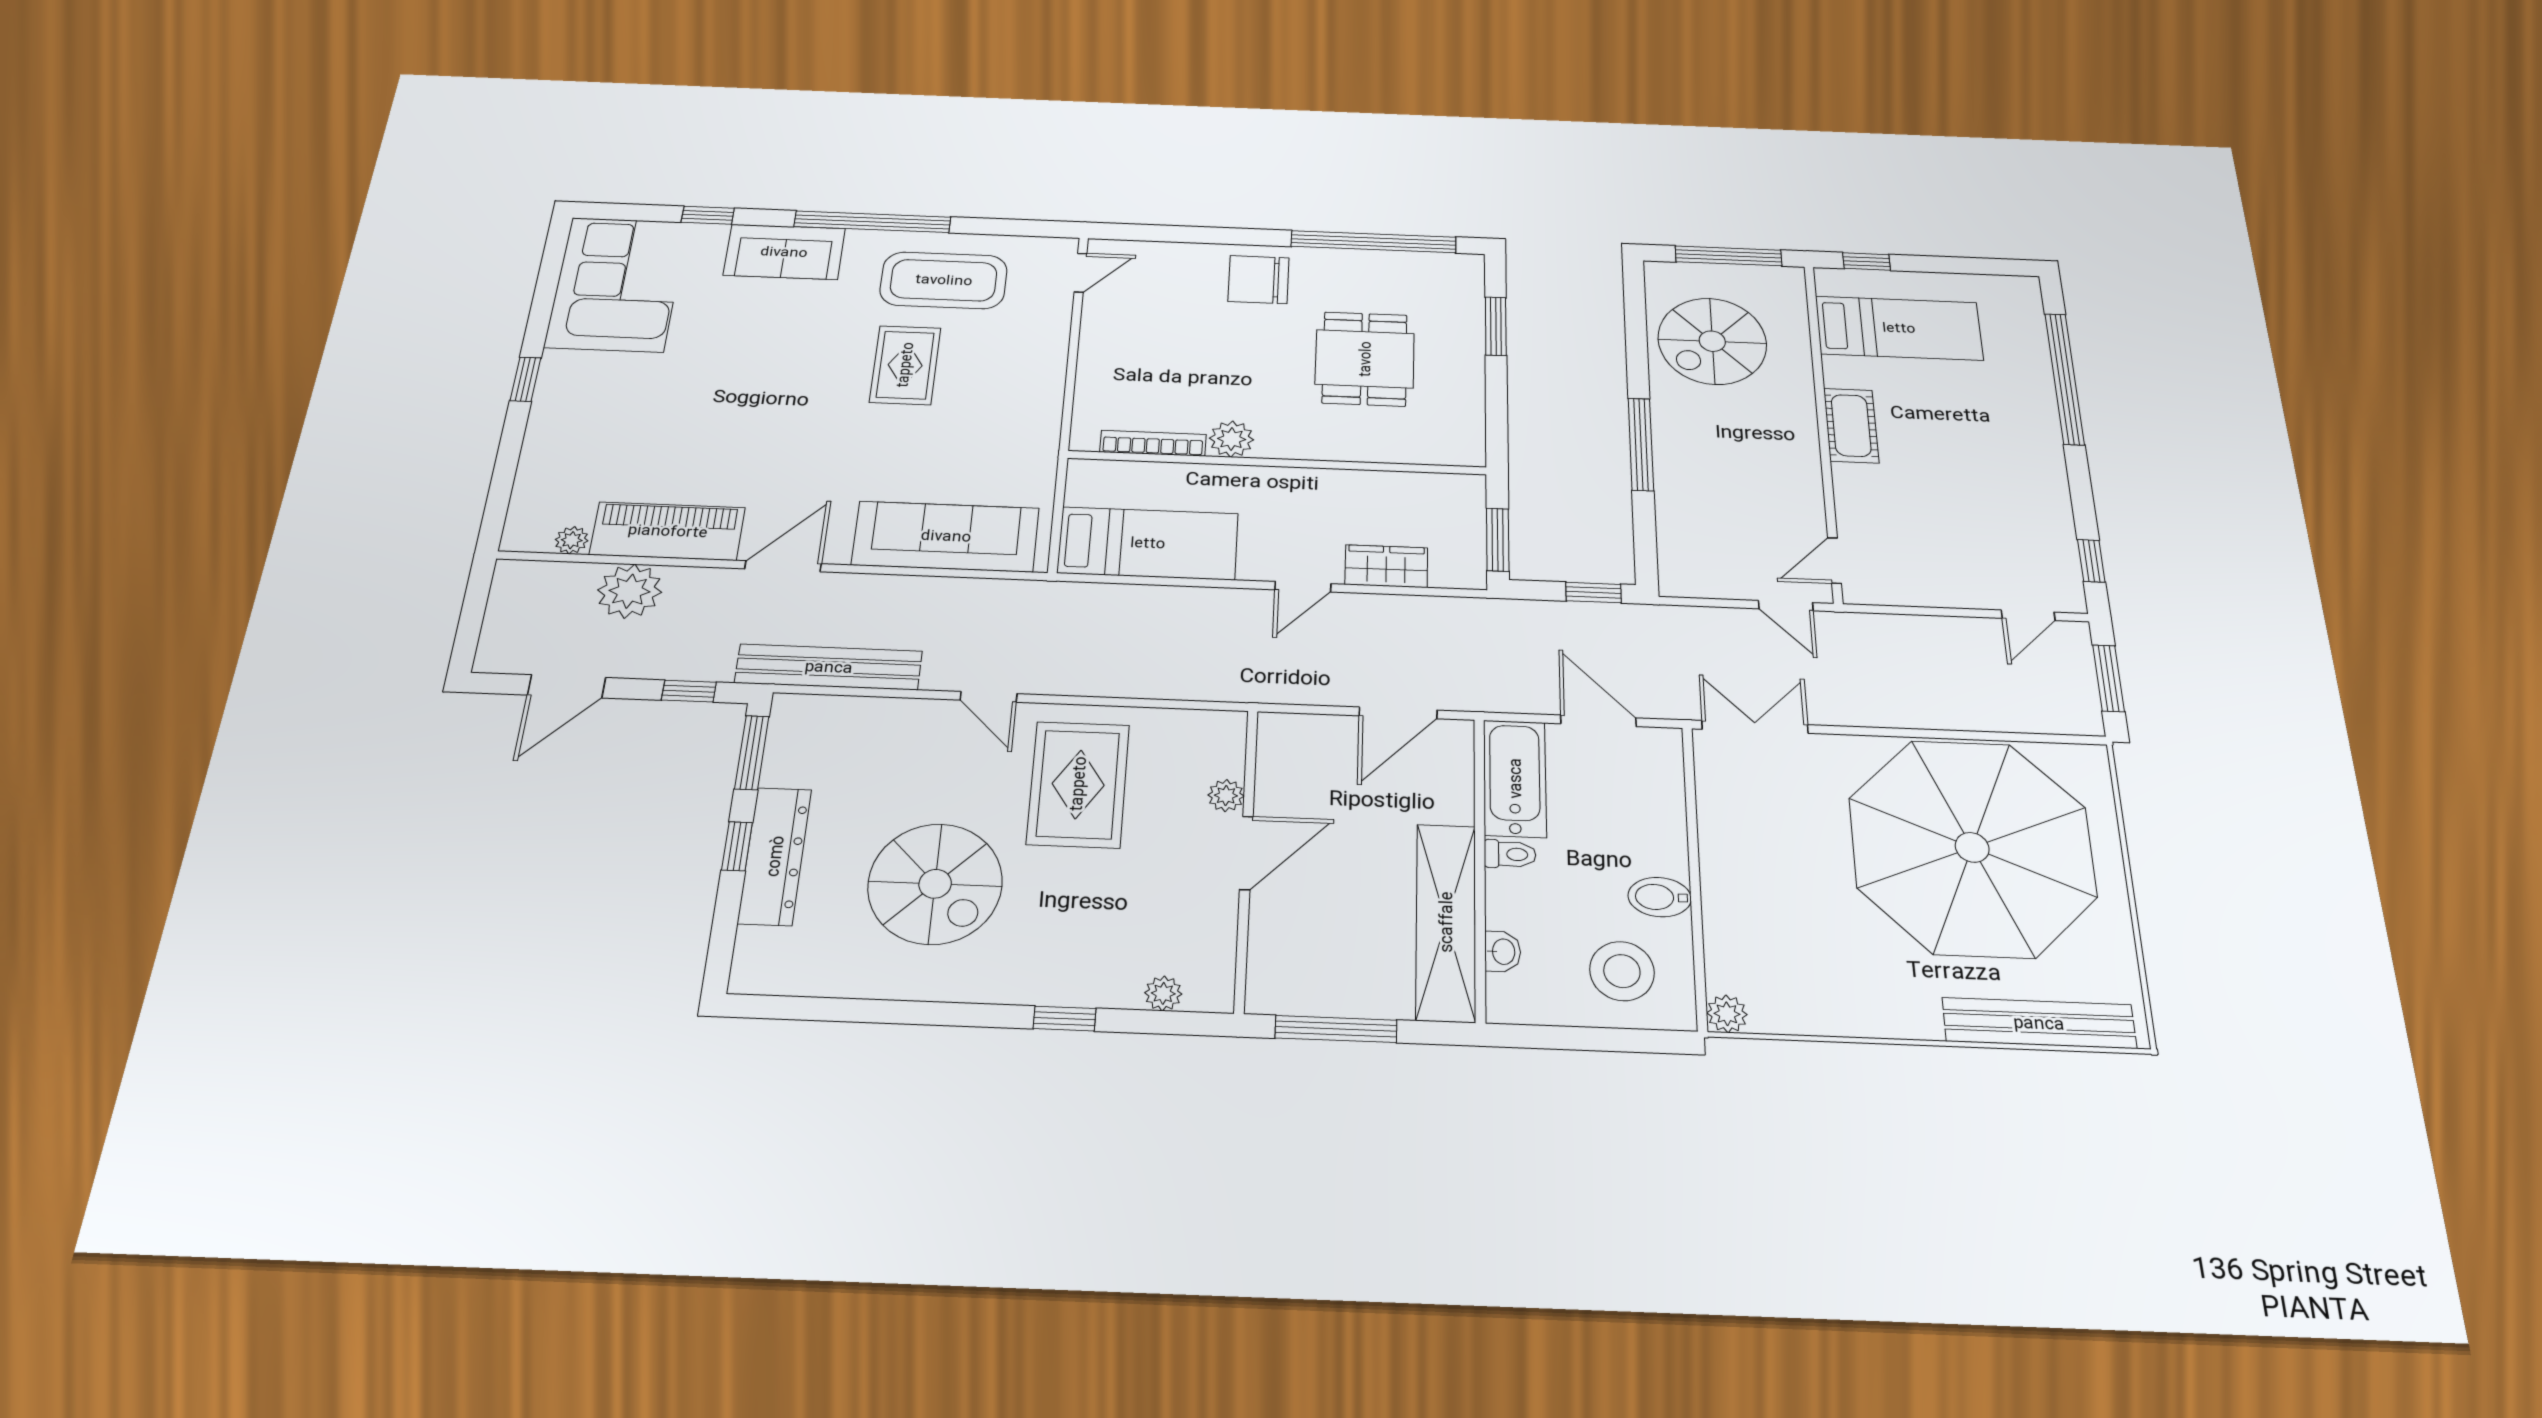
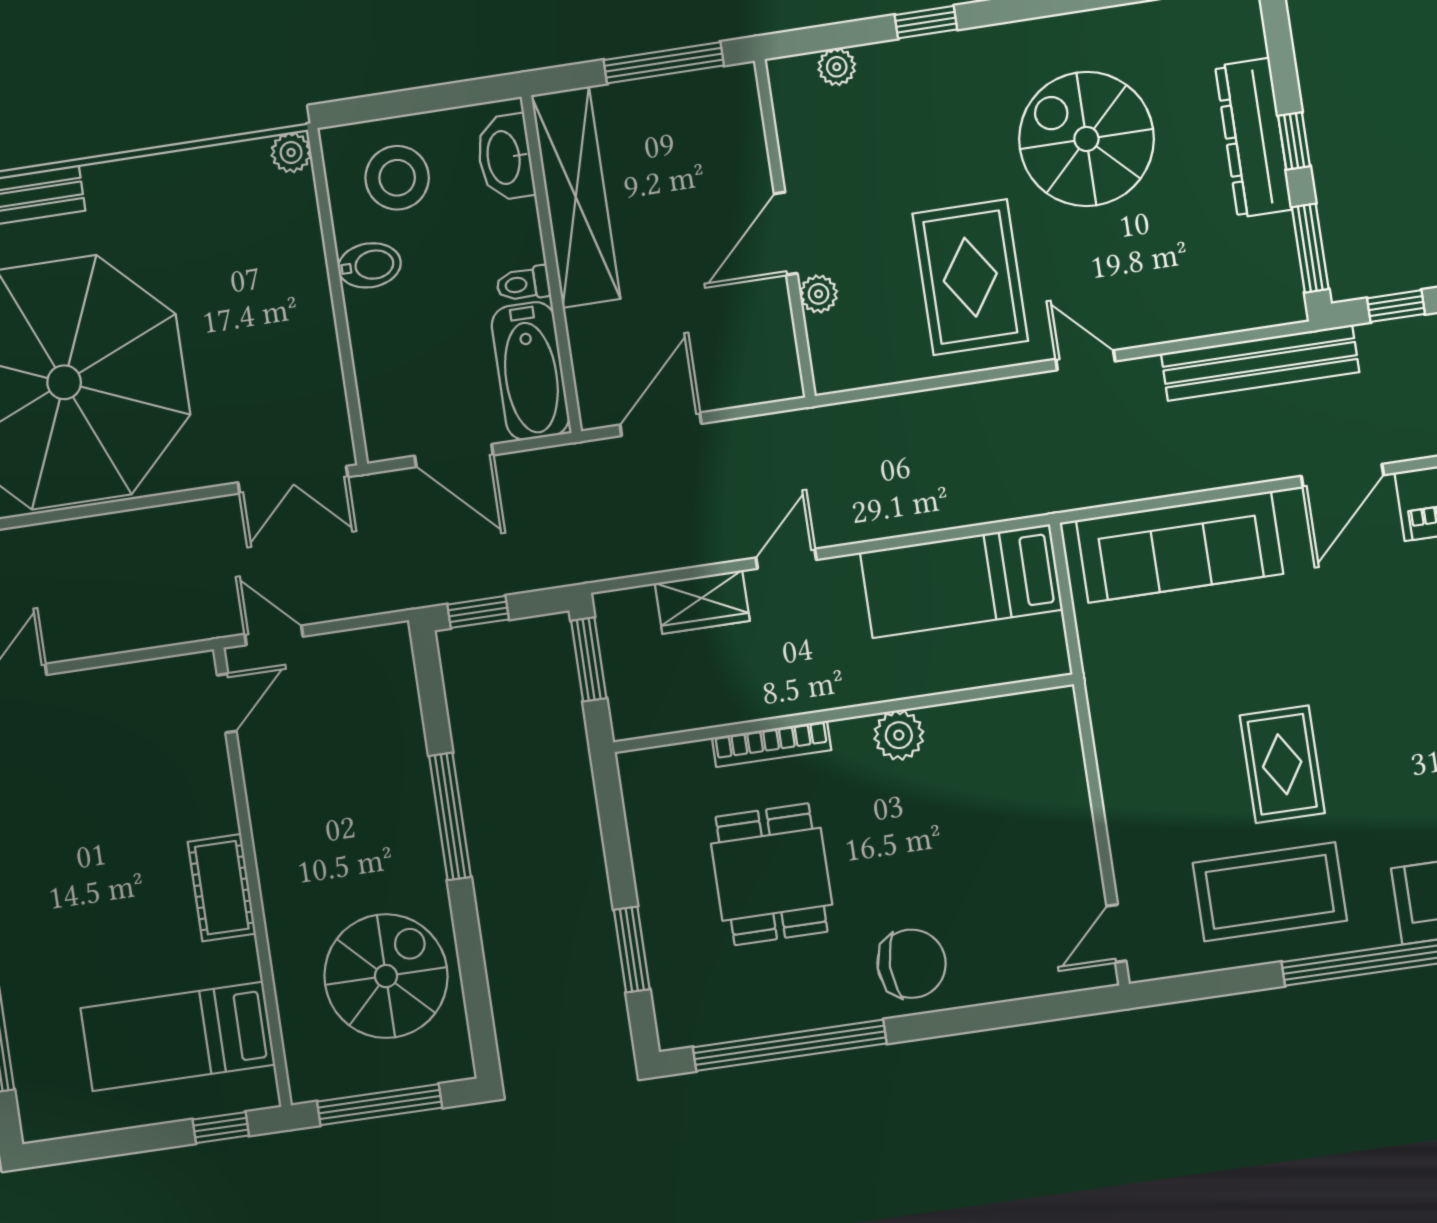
bookcase: (1153, 443) -> (772, 744), moved
washbasin: (1503, 952) -> (505, 157), width x1.91, depth x1.45

